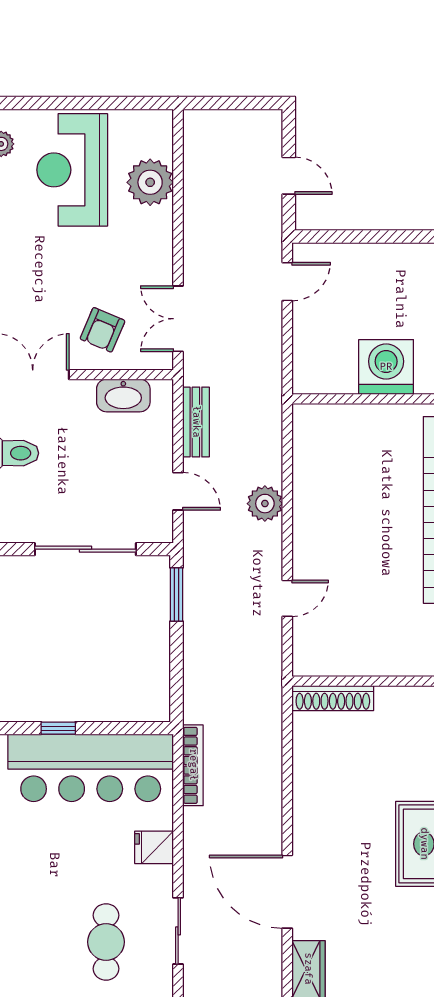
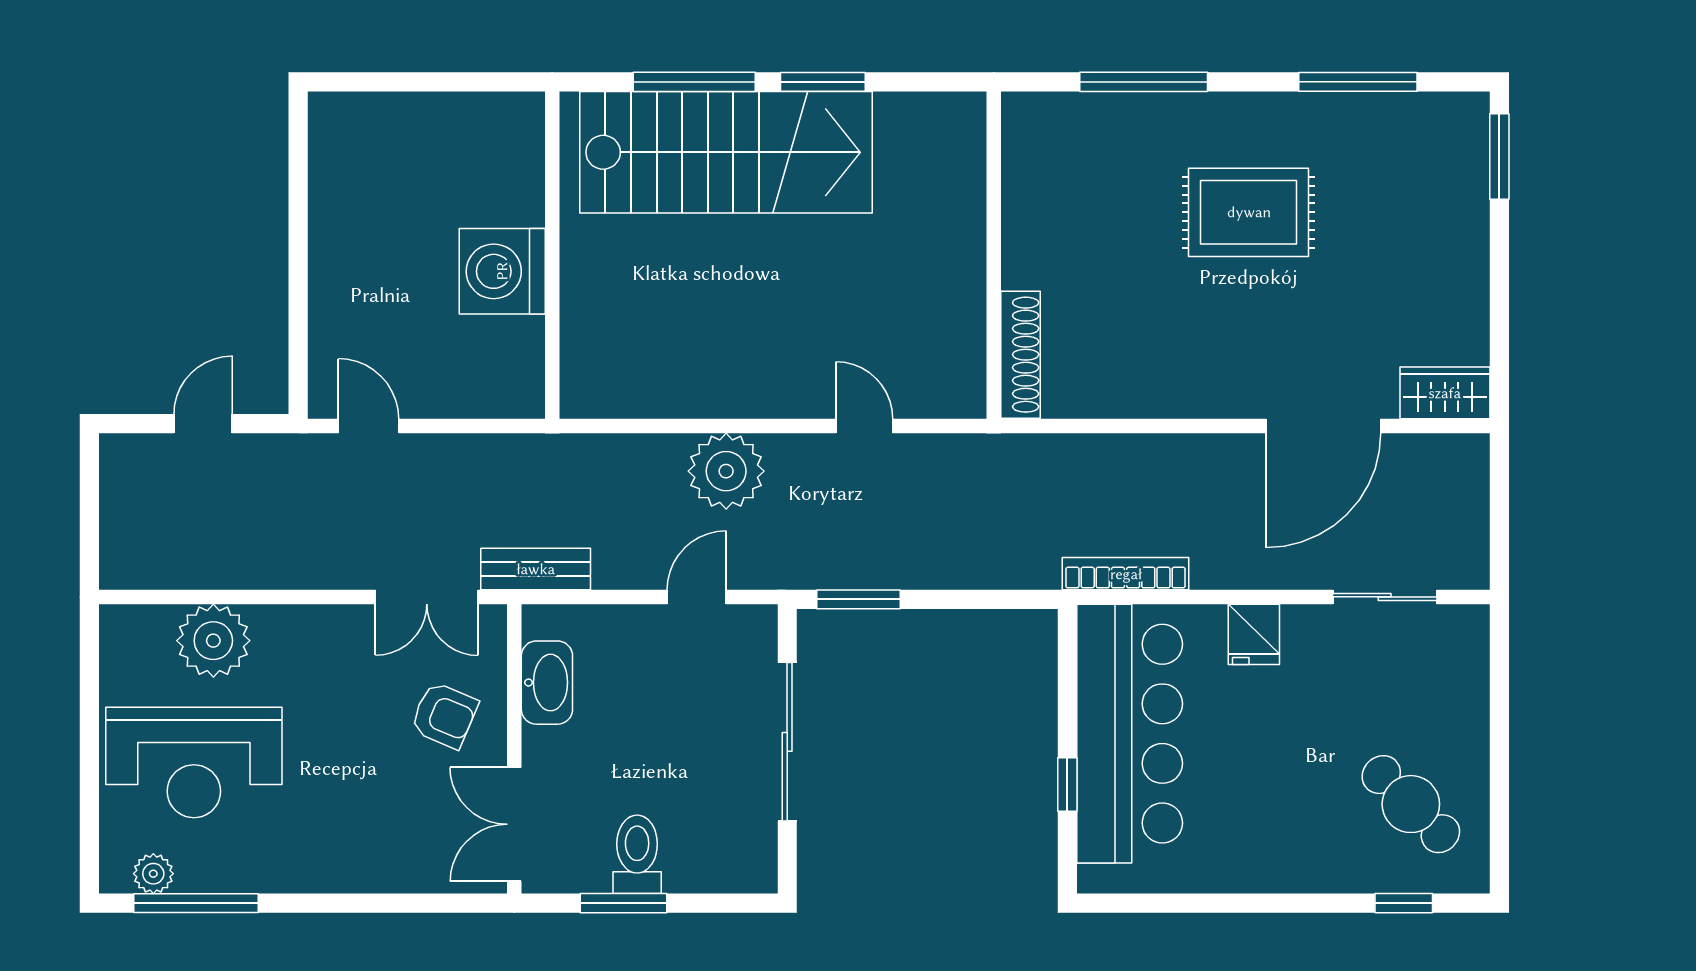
bench: (196, 422) -> (536, 569), moved
plant: (265, 504) -> (726, 471), width x1.36, depth x1.36
cafe table: (106, 942) -> (1411, 804), moved, turned 45

